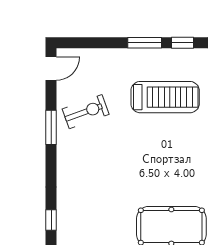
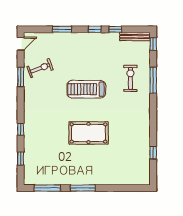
window: (145, 43) -> (62, 29), moved
treadmill: (165, 97) -> (86, 89), moved, turned 180

